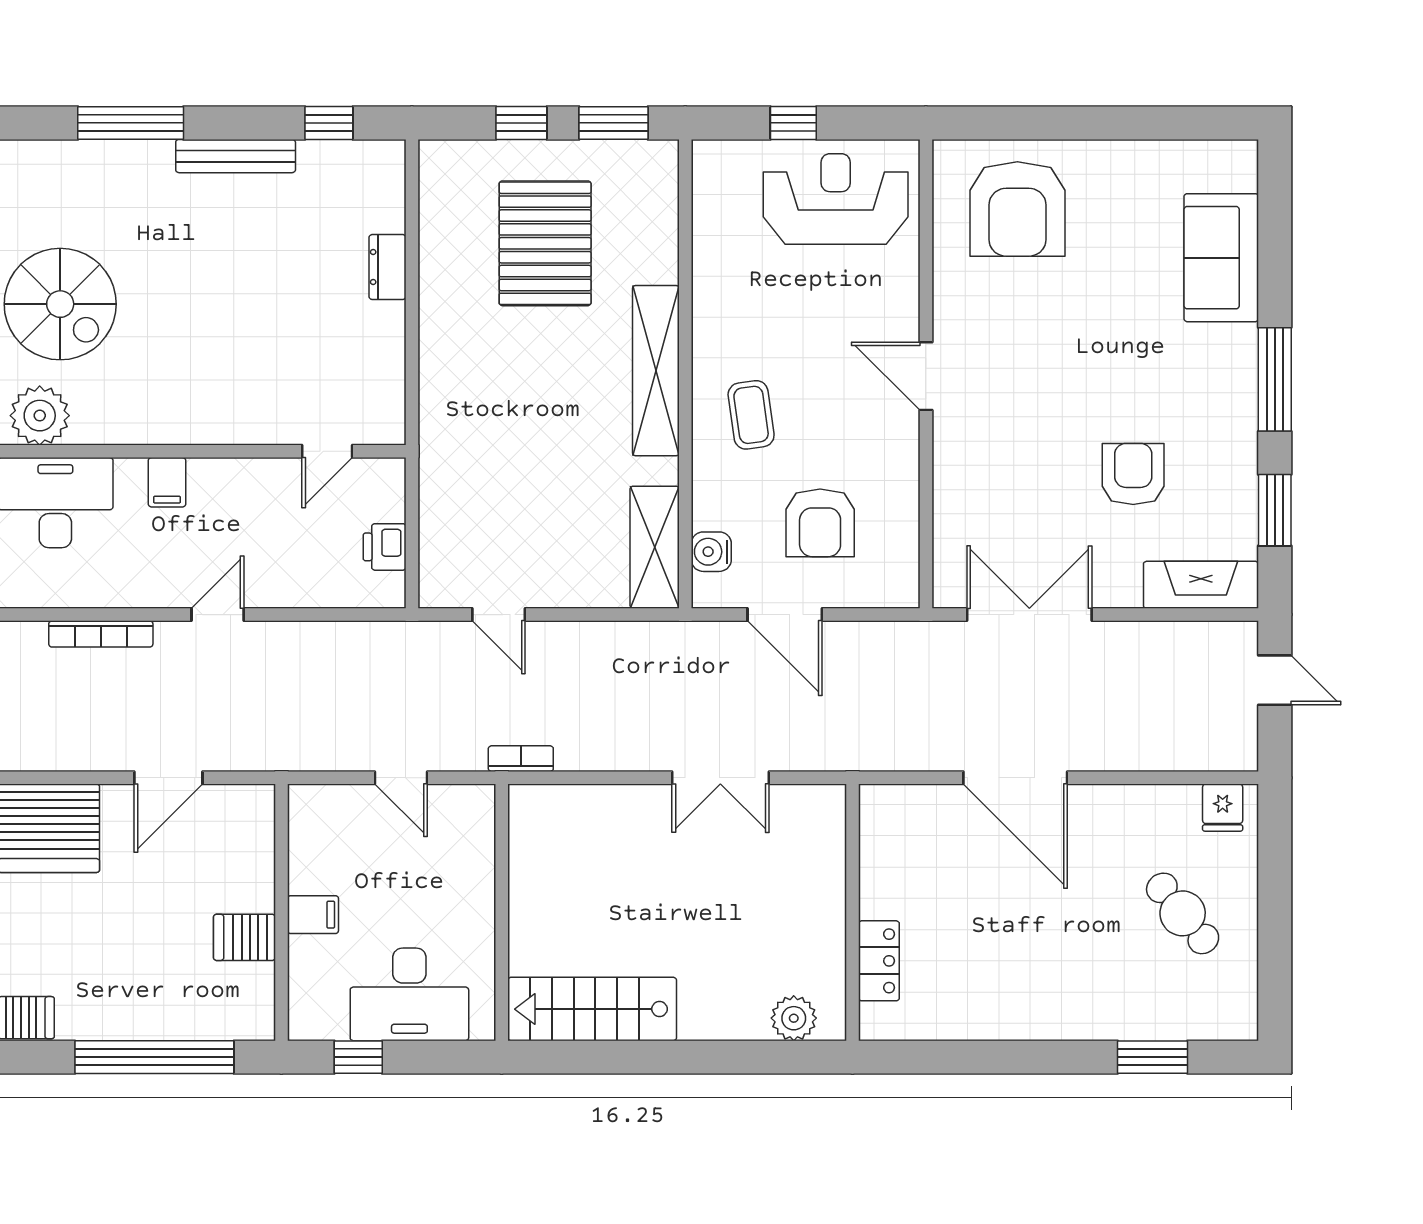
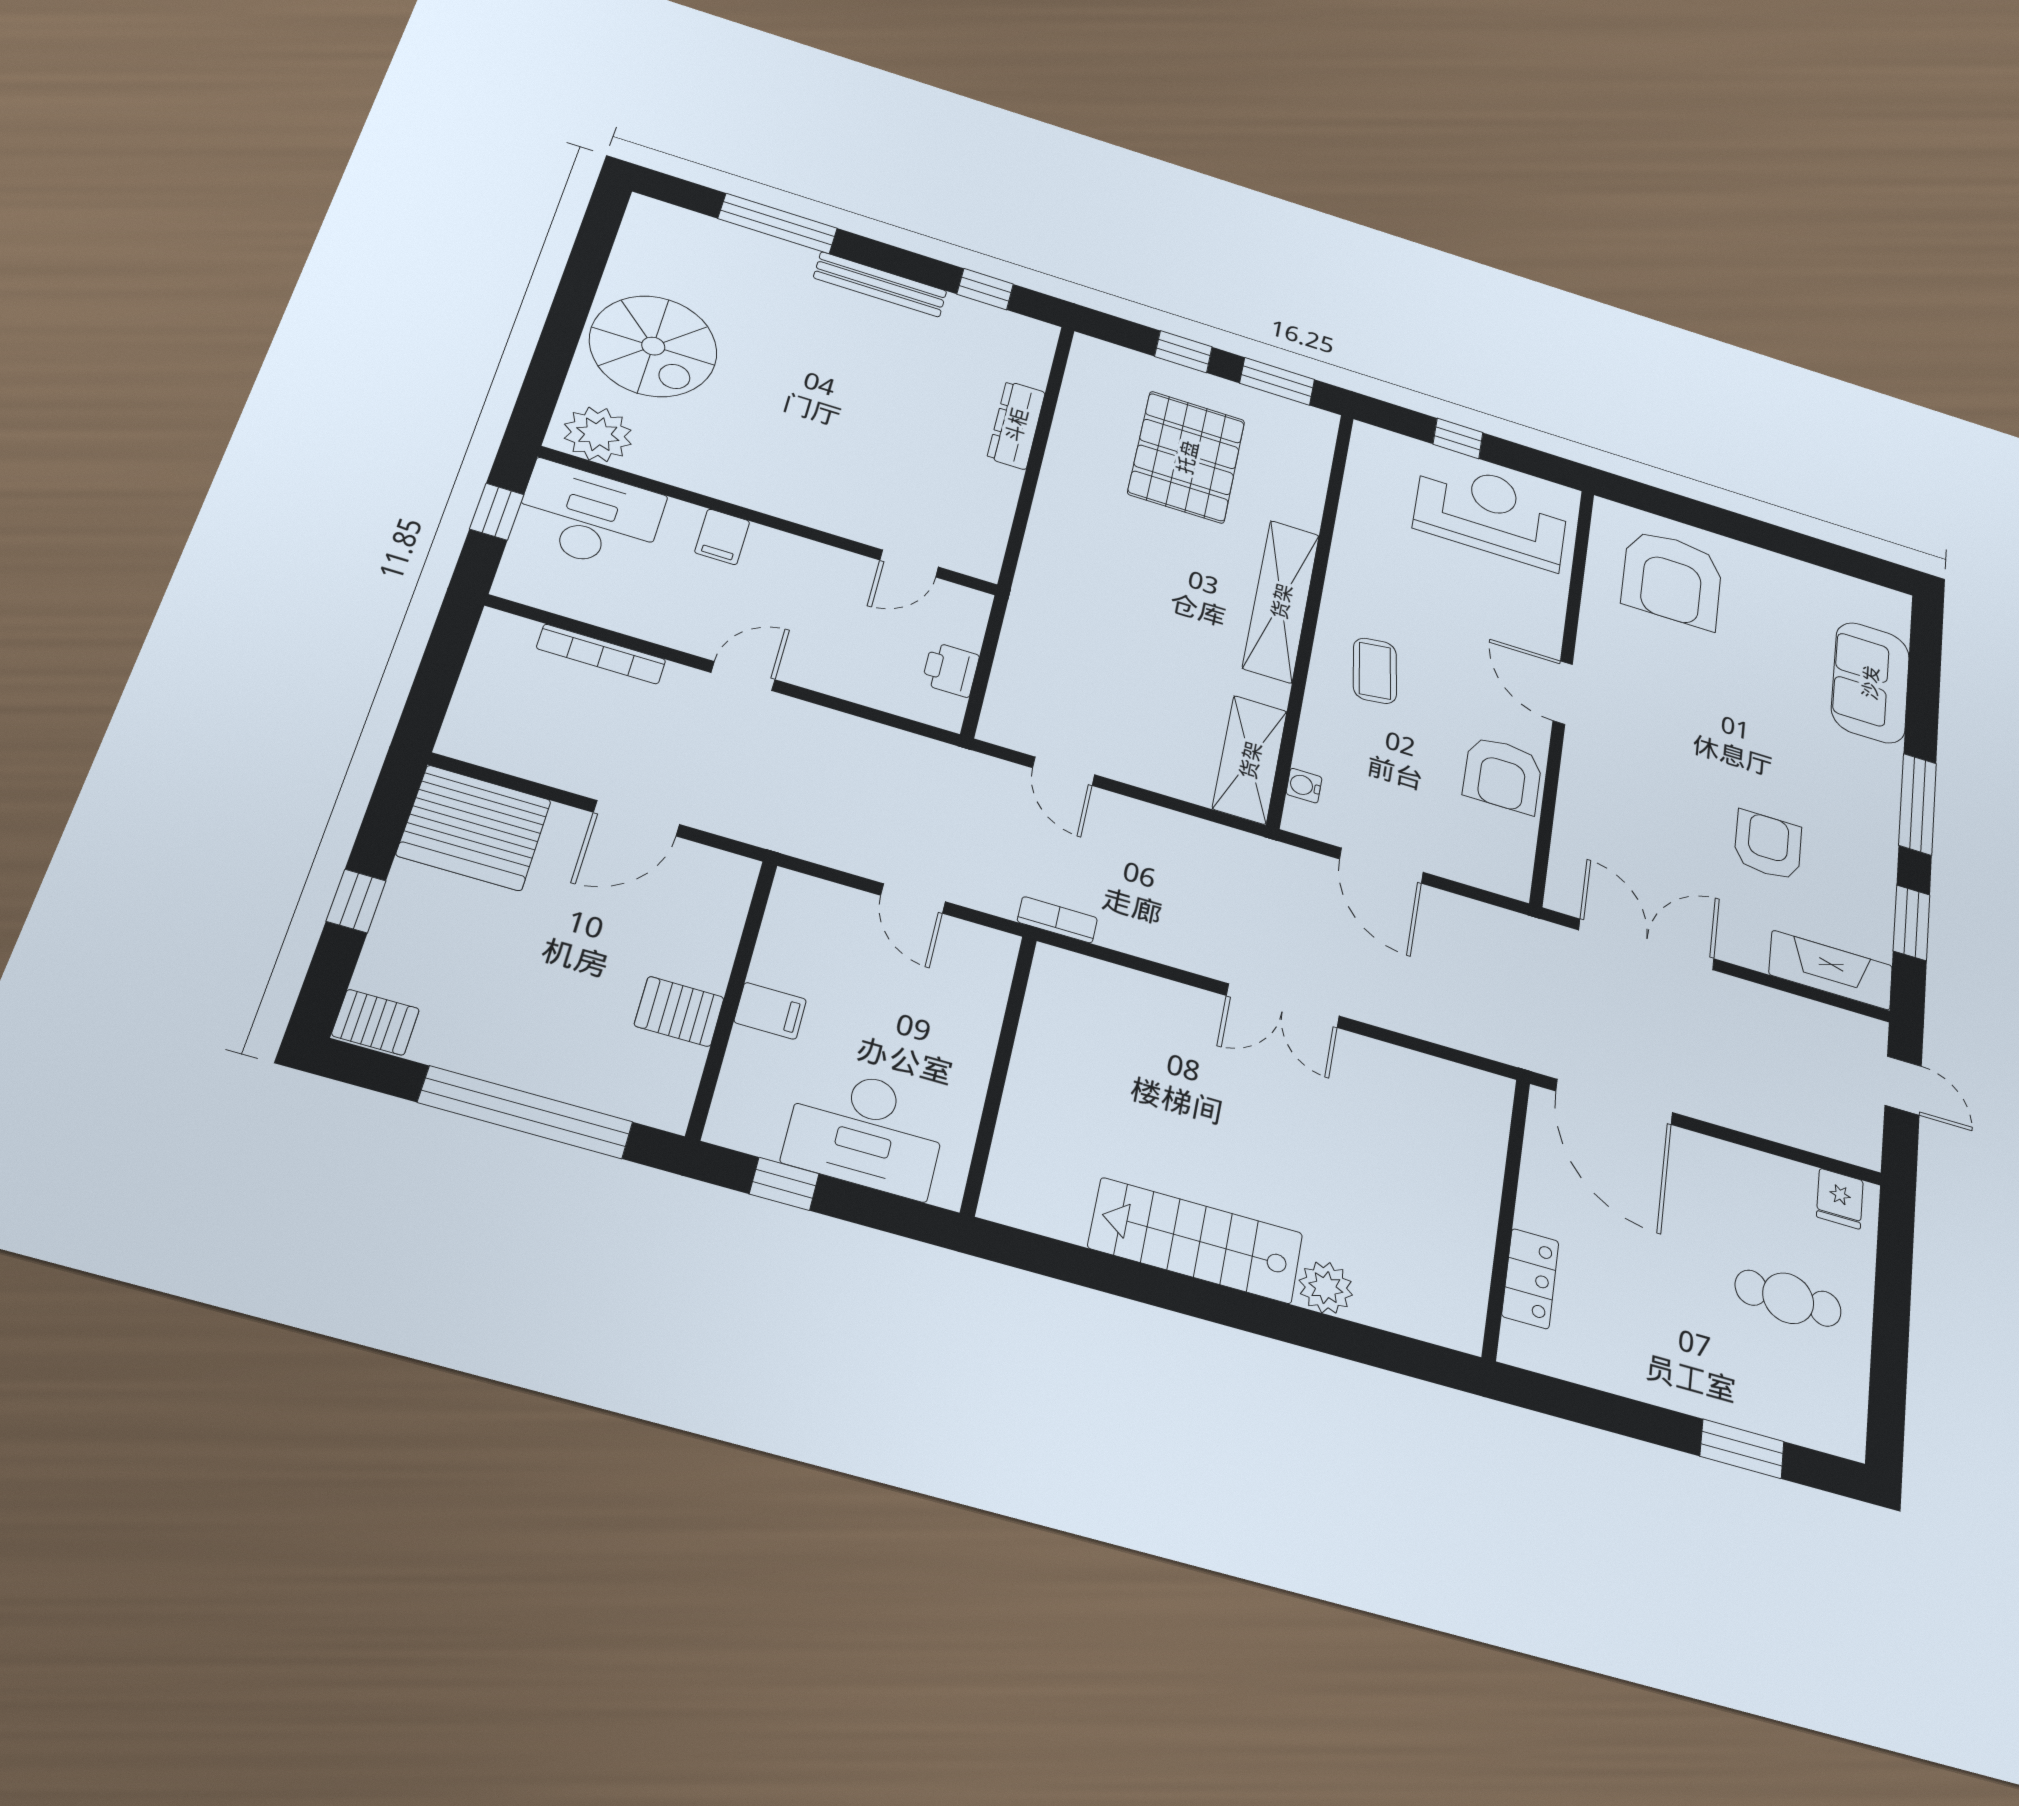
dresser: (387, 267) -> (1016, 425), width x1.44
armchair: (820, 523) -> (1503, 775), moved
water cooler: (711, 552) -> (1304, 786), width x0.72, depth x0.72
wall: (852, 912) -> (1506, 1217), moved
cafe table: (1183, 913) -> (1788, 1298), turned -51
locker: (879, 961) -> (1530, 1279), moved
stairs: (592, 1009) -> (1196, 1241), moved

